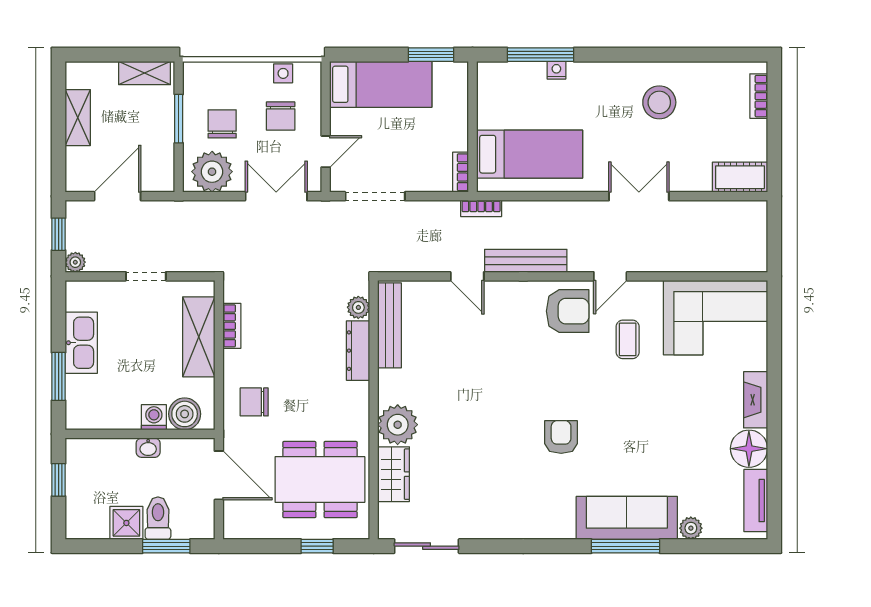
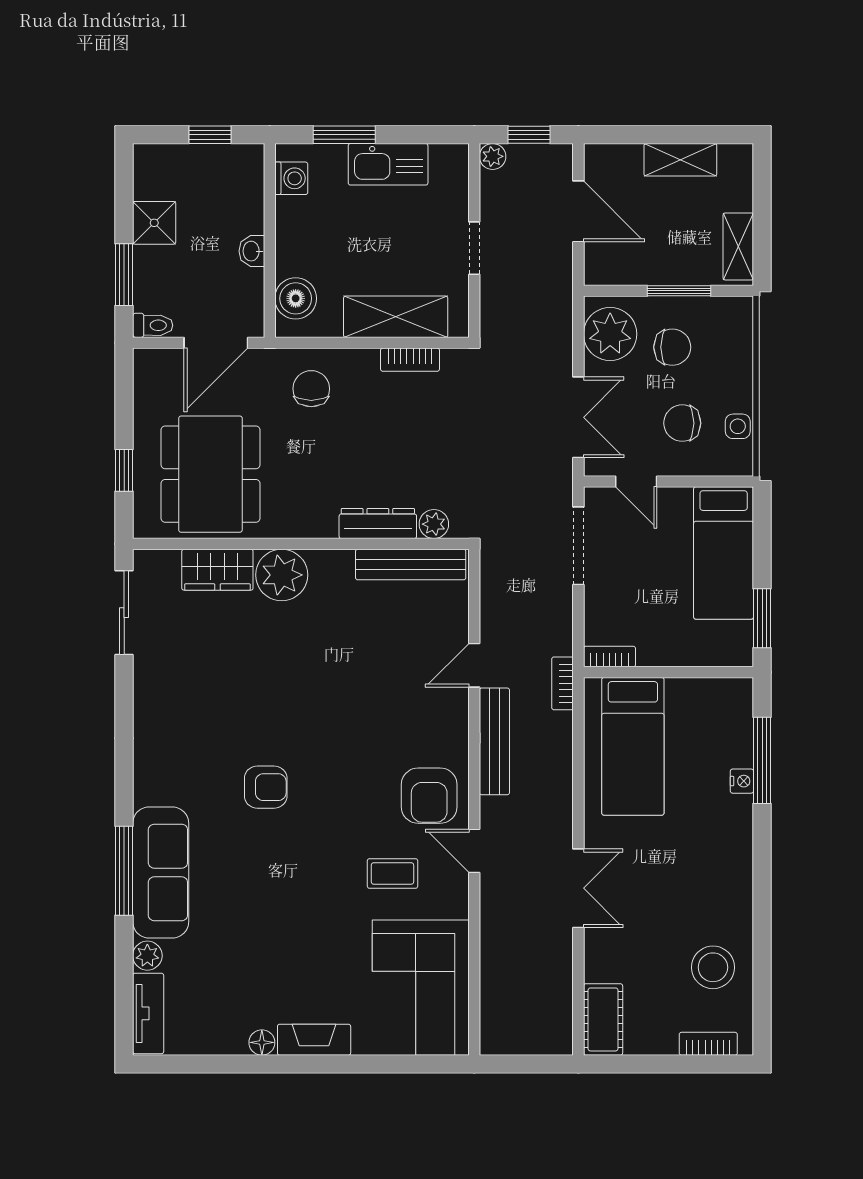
stool: (659, 102) -> (713, 967), moved
washing machine: (154, 417) -> (291, 178), moved
floor lamp: (749, 449) -> (262, 1042), width x0.53, depth x0.53
tv unit: (756, 501) -> (148, 1013), moved, turned 90
toilet: (158, 518) -> (153, 325), moved, width x0.73, depth x0.72

